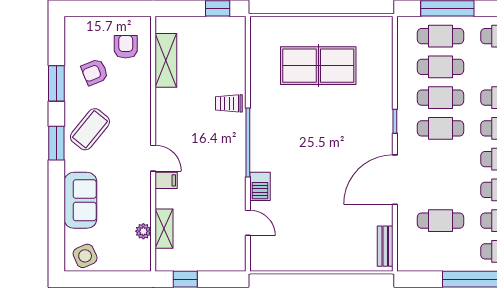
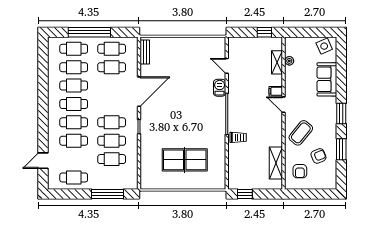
cafe table: (441, 36) -> (112, 49), moved
coffee table: (90, 129) -> (301, 133), moved

